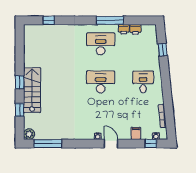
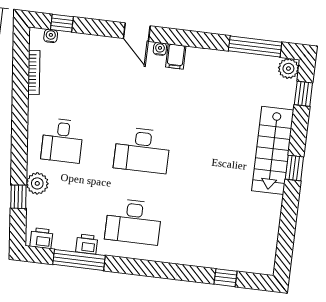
window: (110, 20) -> (79, 260), moved
printer: (135, 29) -> (41, 238), moved
plant: (154, 58) -> (37, 183), added
window: (20, 110) -> (303, 94), moved
filing cabinet: (136, 133) -> (176, 56), moved

